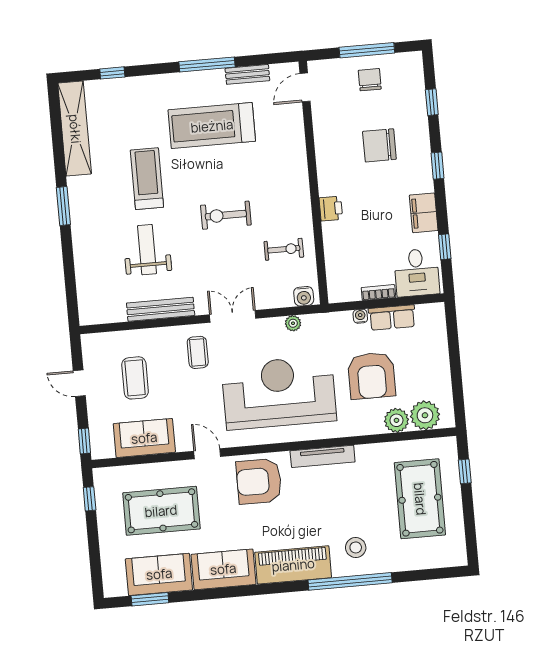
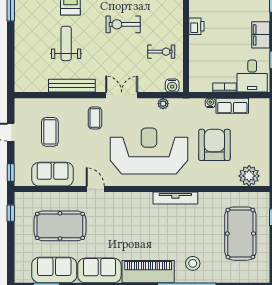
armchair: (372, 376) -> (214, 145), turned 180
plant: (396, 420) -> (229, 178), removed
armchair: (259, 481) -> (130, 211), removed

